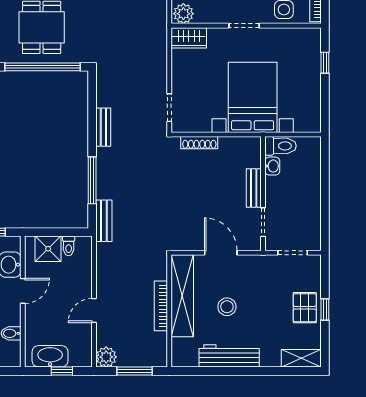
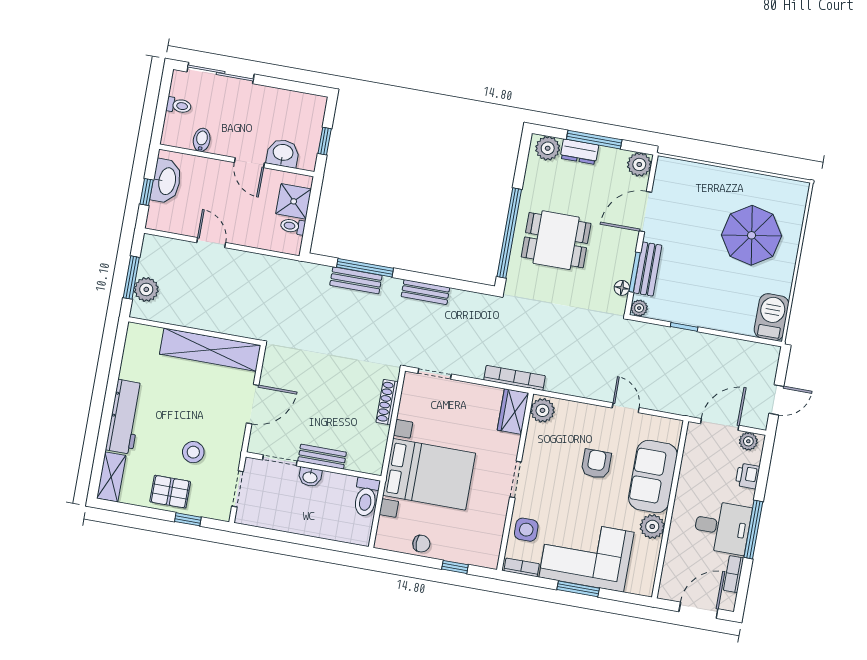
chair: (311, 94) -> (421, 544), added
washbasin: (272, 166) -> (310, 477), moved
bench: (104, 221) -> (356, 280), moved
bookcase: (161, 306) -> (515, 378), moved
stool: (227, 307) -> (193, 452), moved
window: (325, 310) -> (188, 519), moved
workbench: (229, 356) -> (125, 417), moved
plant: (106, 357) -> (146, 289), moved

